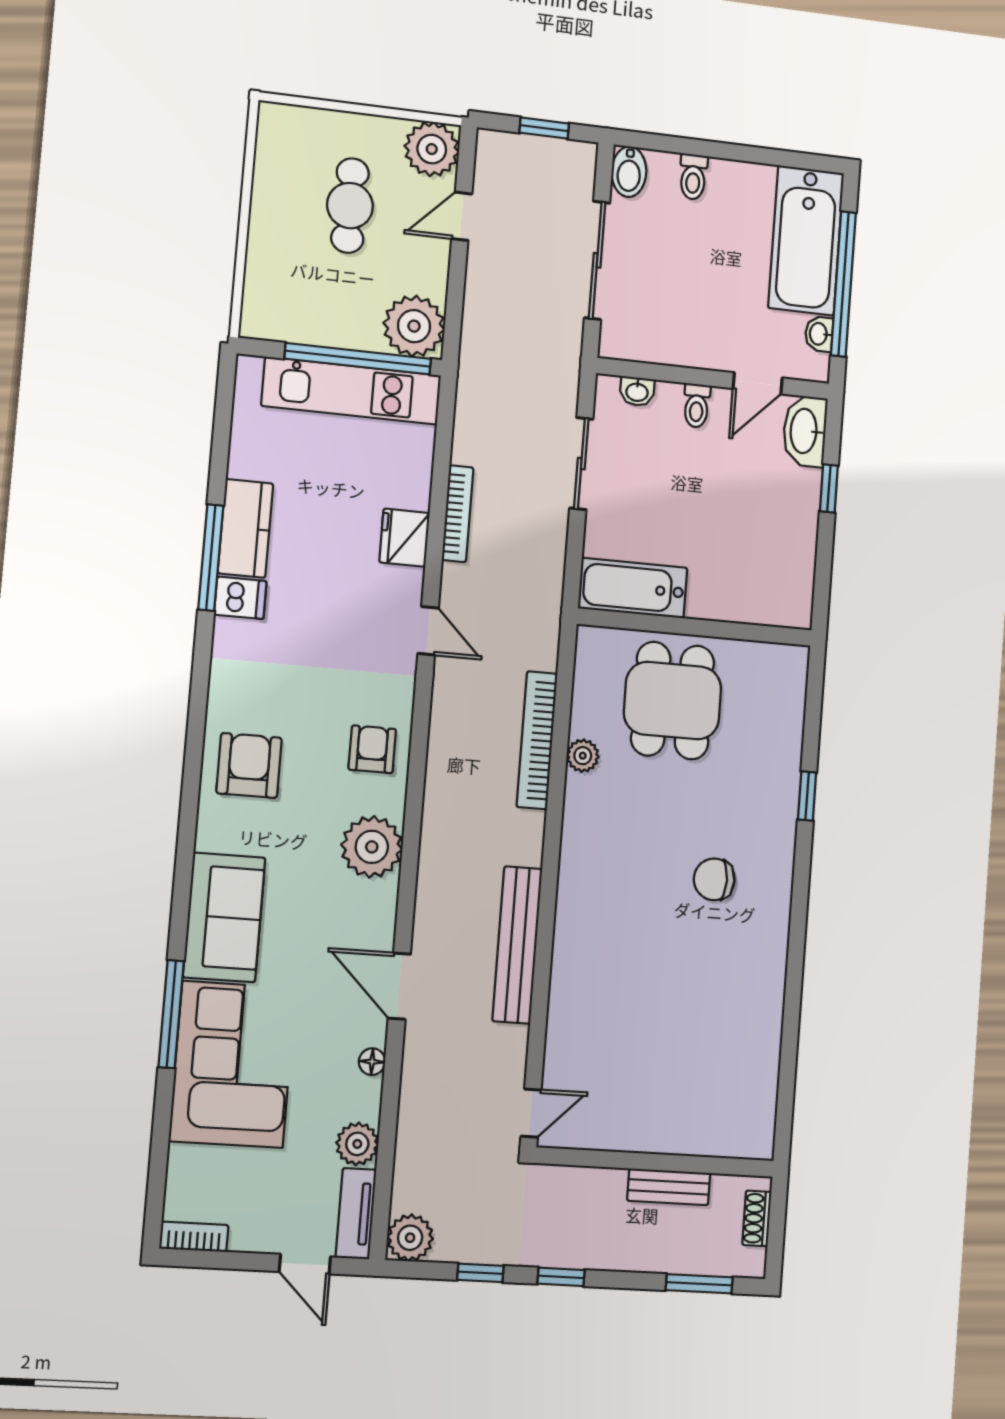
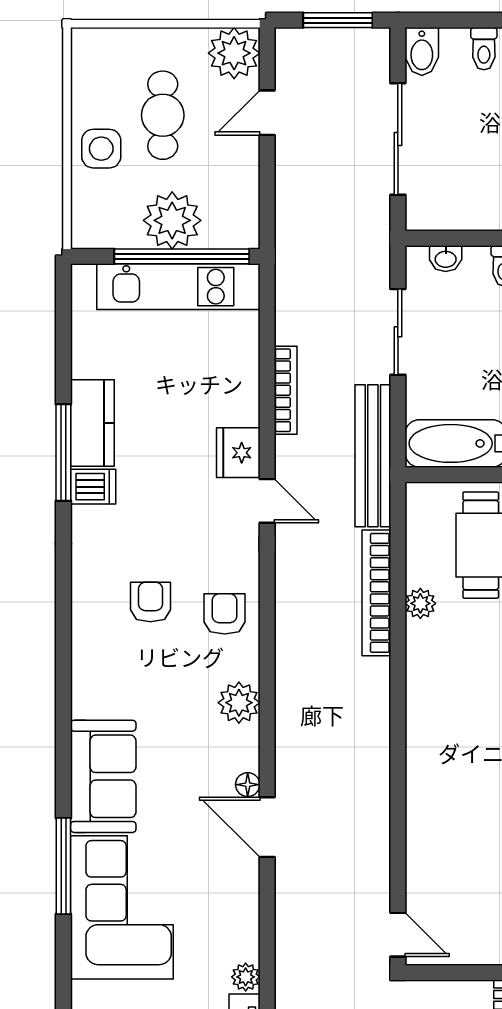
window: (544, 128) -> (338, 20), width x1.50
side table: (280, 233) -> (101, 149), added
plant: (414, 326) -> (172, 220), moved
fridge: (404, 538) -> (238, 453), moved
armchair: (249, 765) -> (150, 602), moved, width x0.72, depth x0.72
plant: (372, 847) -> (239, 703), width x0.73, depth x0.73
bench: (517, 945) -> (373, 456), moved
floor lamp: (372, 1062) -> (248, 785), moved
door: (531, 1113) -> (398, 935), hinge flipped
plant: (357, 1144) -> (246, 977), width x0.73, depth x0.73

